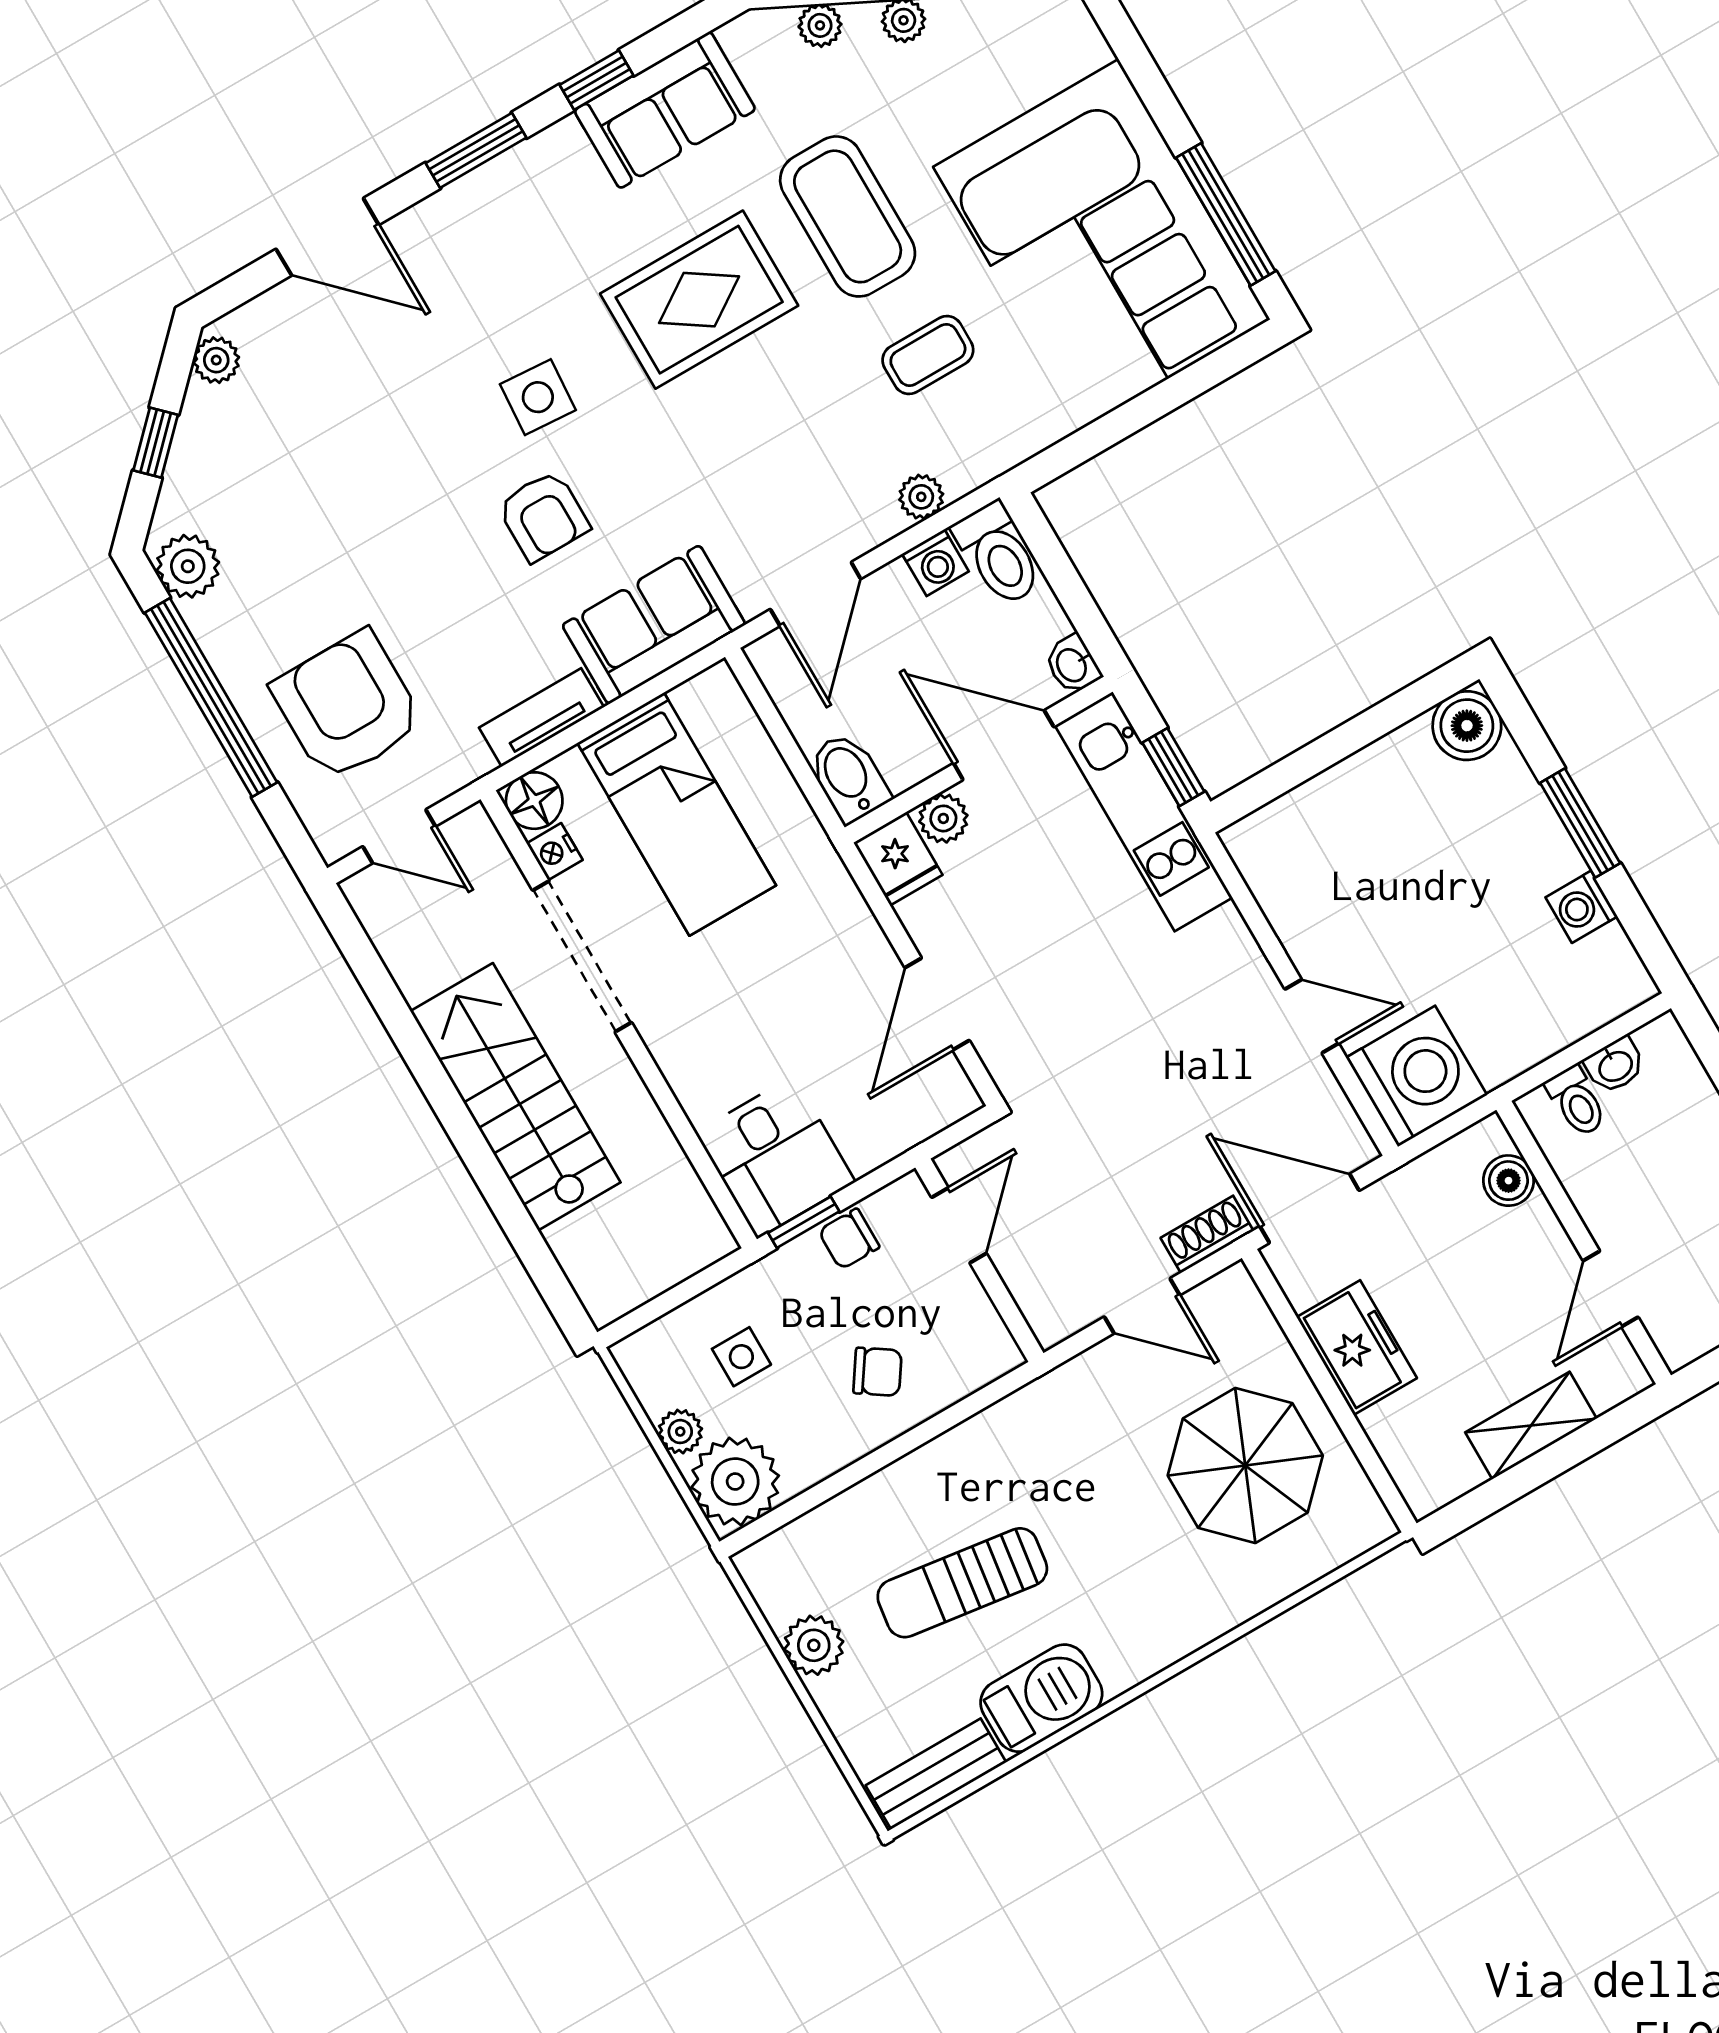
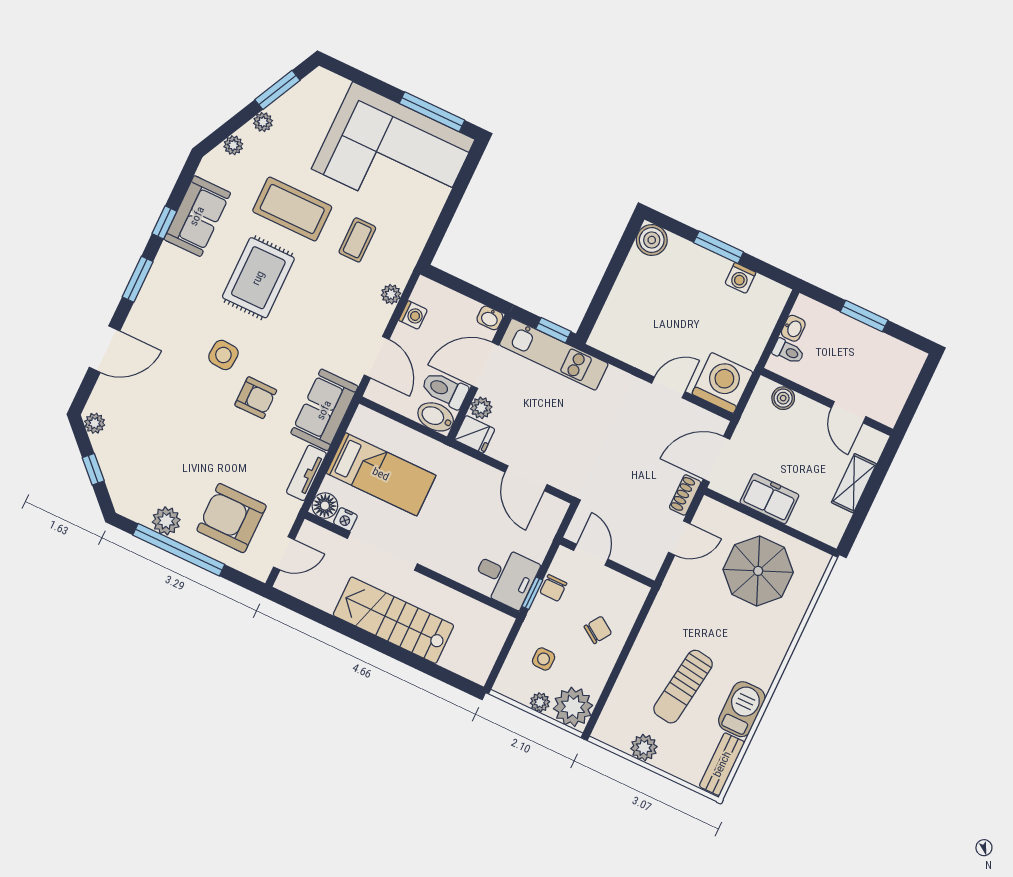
toilet: (998, 554) -> (445, 390), moved, turned 180
plant: (188, 566) -> (166, 521), moved

